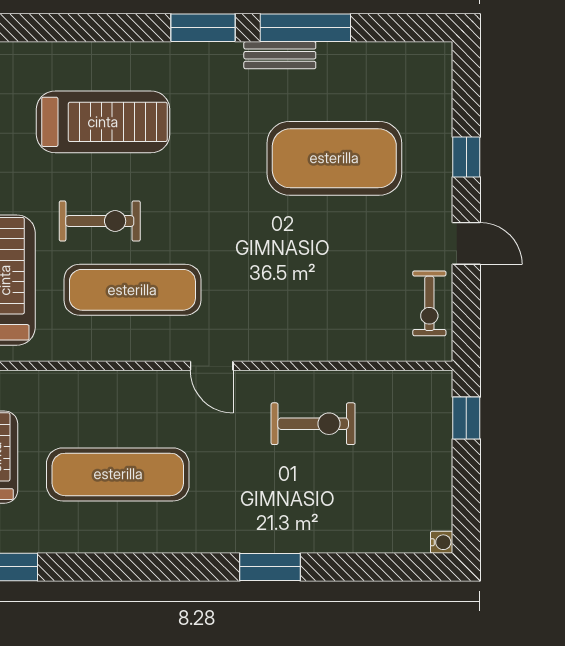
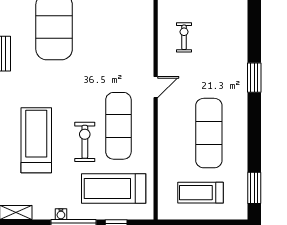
exercise bike: (313, 424) -> (184, 37), width x0.73, depth x0.72
window: (270, 567) -> (254, 78), moved

